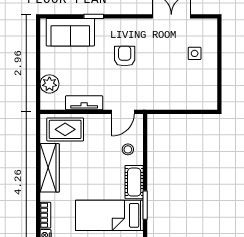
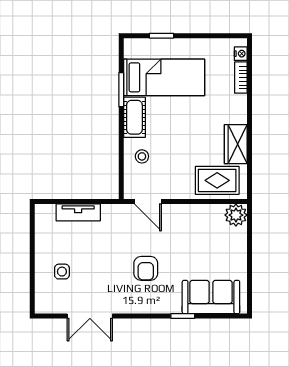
plant: (49, 84) -> (236, 215), moved
tv unit: (84, 103) -> (78, 212), moved
door: (123, 112) -> (148, 202), swing flipped
wardrobe: (50, 168) -> (236, 144), width x0.67

